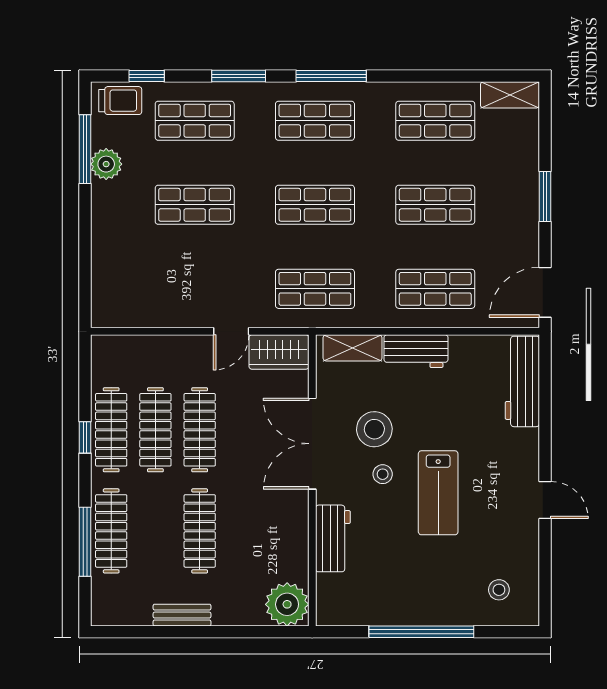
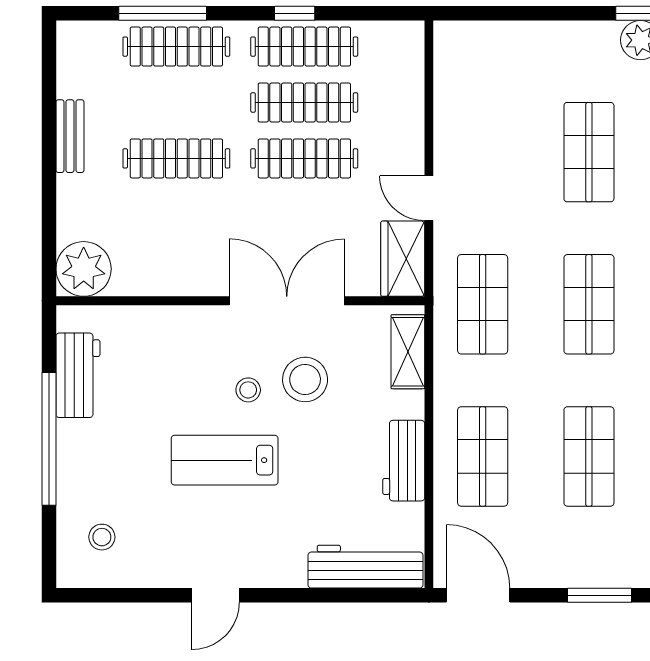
workbench: (416, 351) -> (404, 461), moved
workbench: (333, 538) -> (78, 375), moved, turned -90

